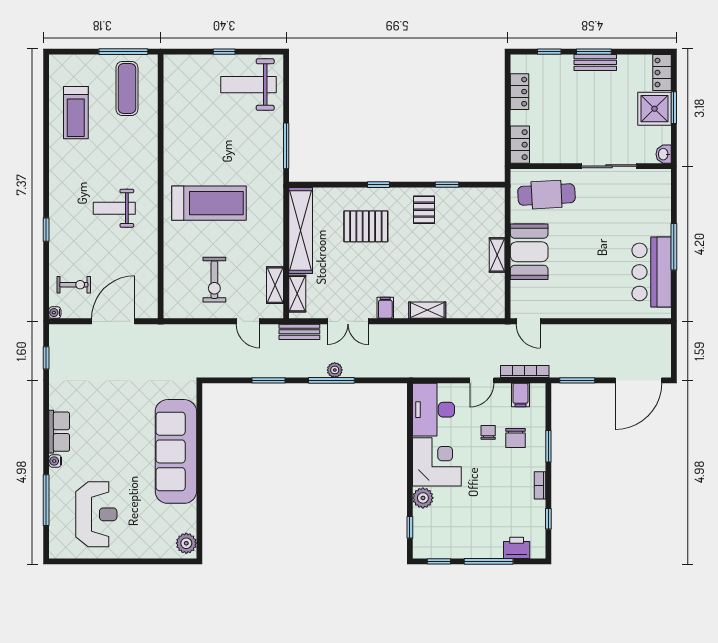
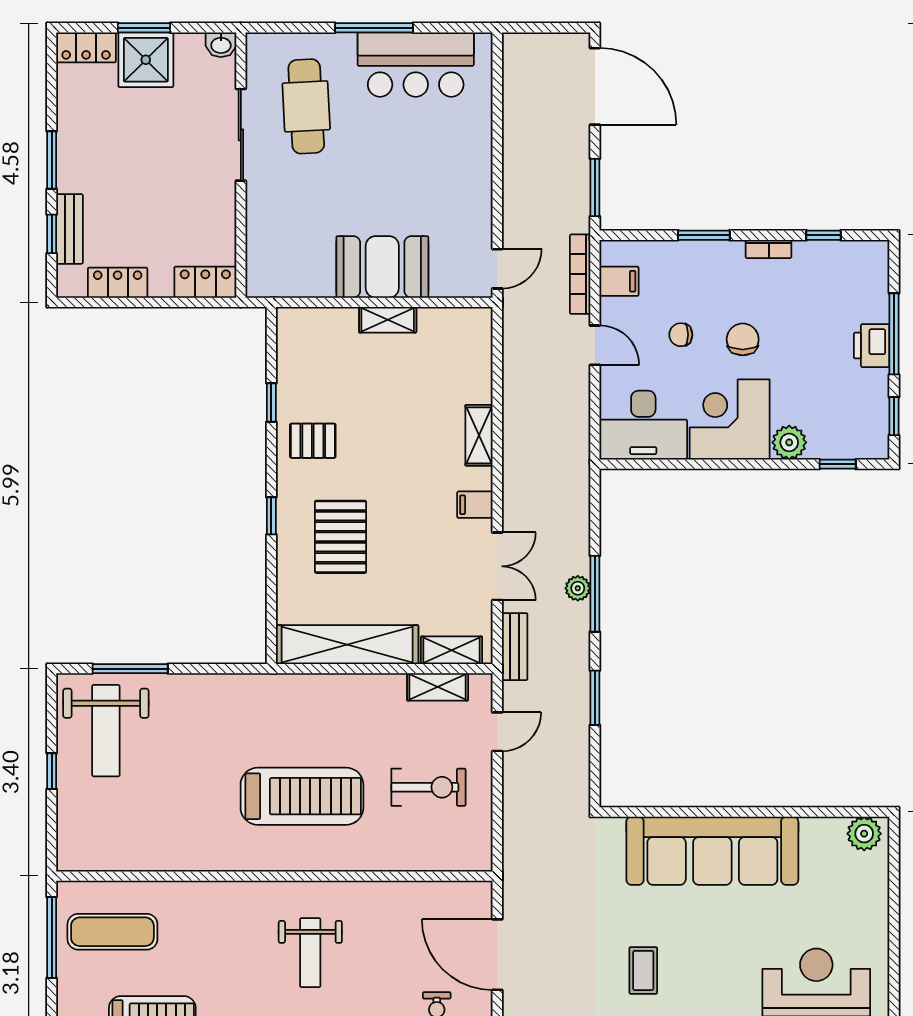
bench: (595, 62) -> (69, 229), moved
window: (286, 146) -> (130, 669), moved
cafe table: (547, 195) -> (306, 106), moved
treadmill: (209, 203) -> (302, 796), turned 90
coffee table: (104, 410) -> (643, 970), added
chair: (516, 438) -> (743, 339), moved, turned -90
printer: (517, 548) -> (872, 346), moved

